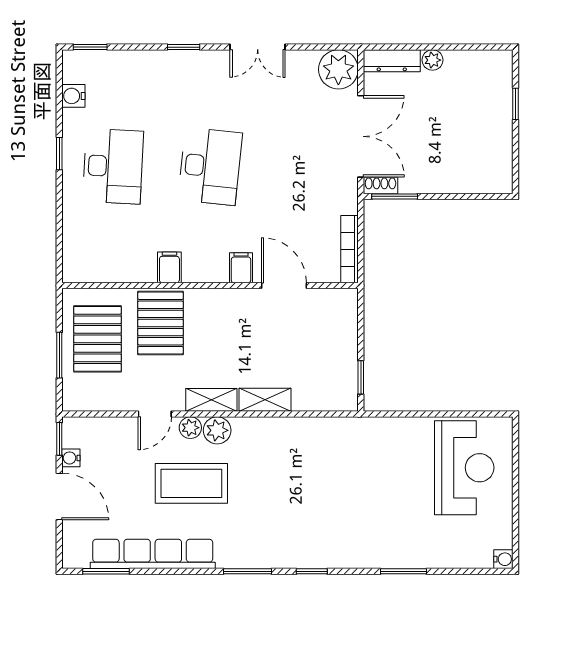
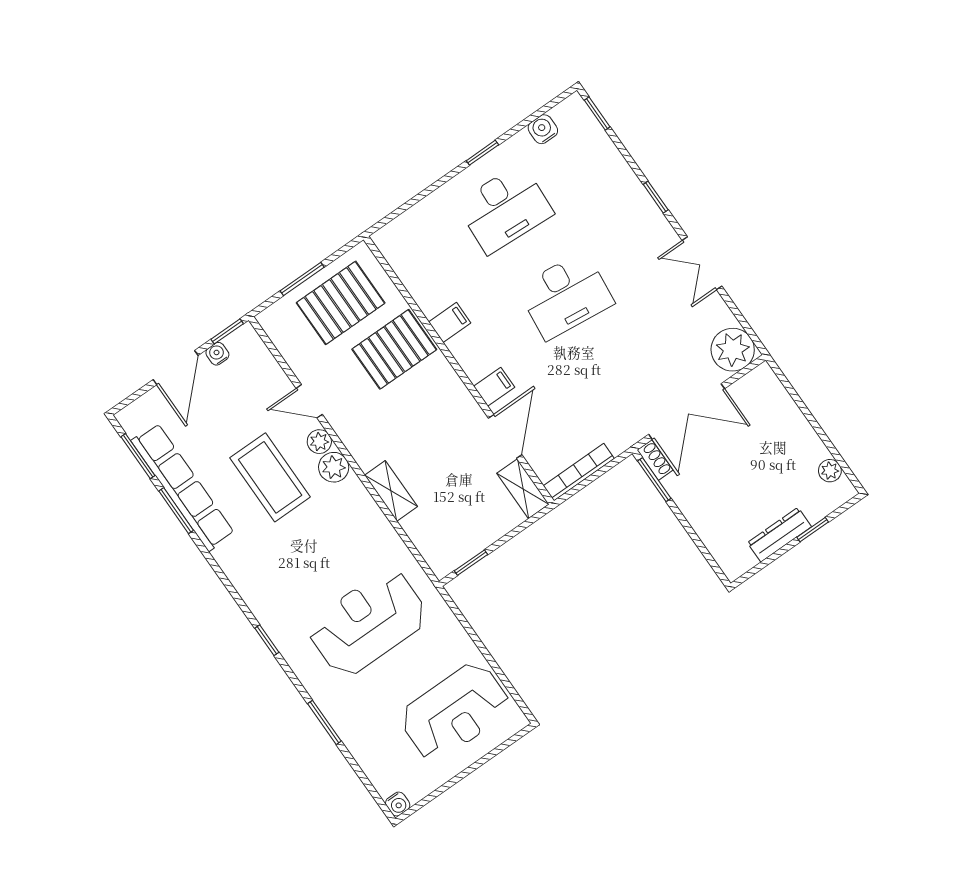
plant: (432, 60) -> (830, 471), moved
dresser: (392, 61) -> (779, 535), moved, turned 90
shelving: (211, 400) -> (523, 489), moved
reception desk: (351, 486) -> (368, 623), added
window: (247, 571) -> (176, 511), moved

